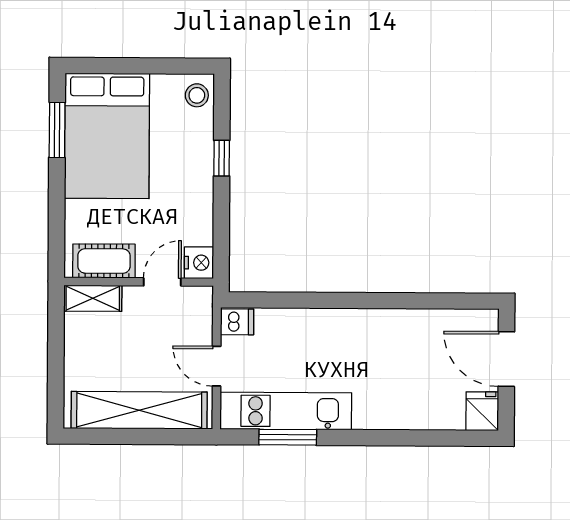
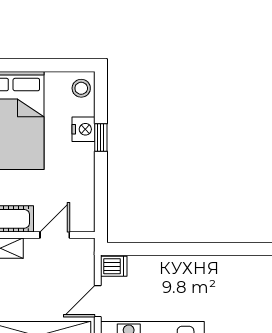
nightstand: (199, 263) -> (84, 129), moved
door: (217, 366) -> (98, 301), hinge flipped

